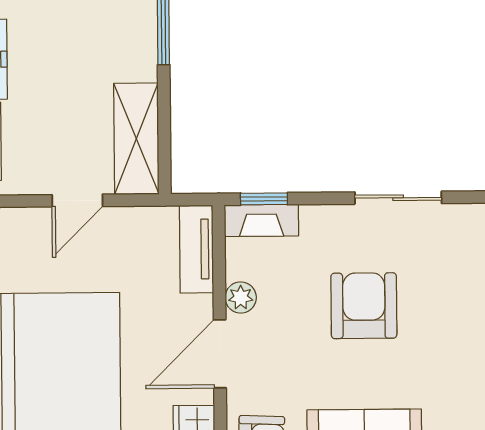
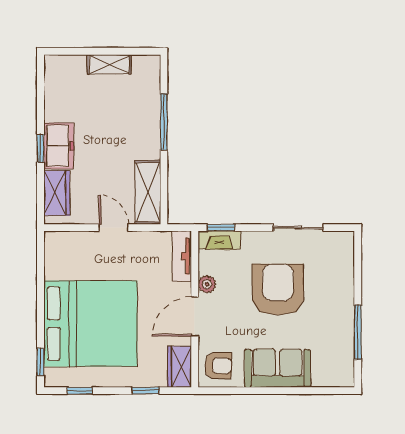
door: (77, 201) -> (114, 228), swing flipped
armchair: (364, 306) -> (278, 290), width x1.36, depth x1.36

